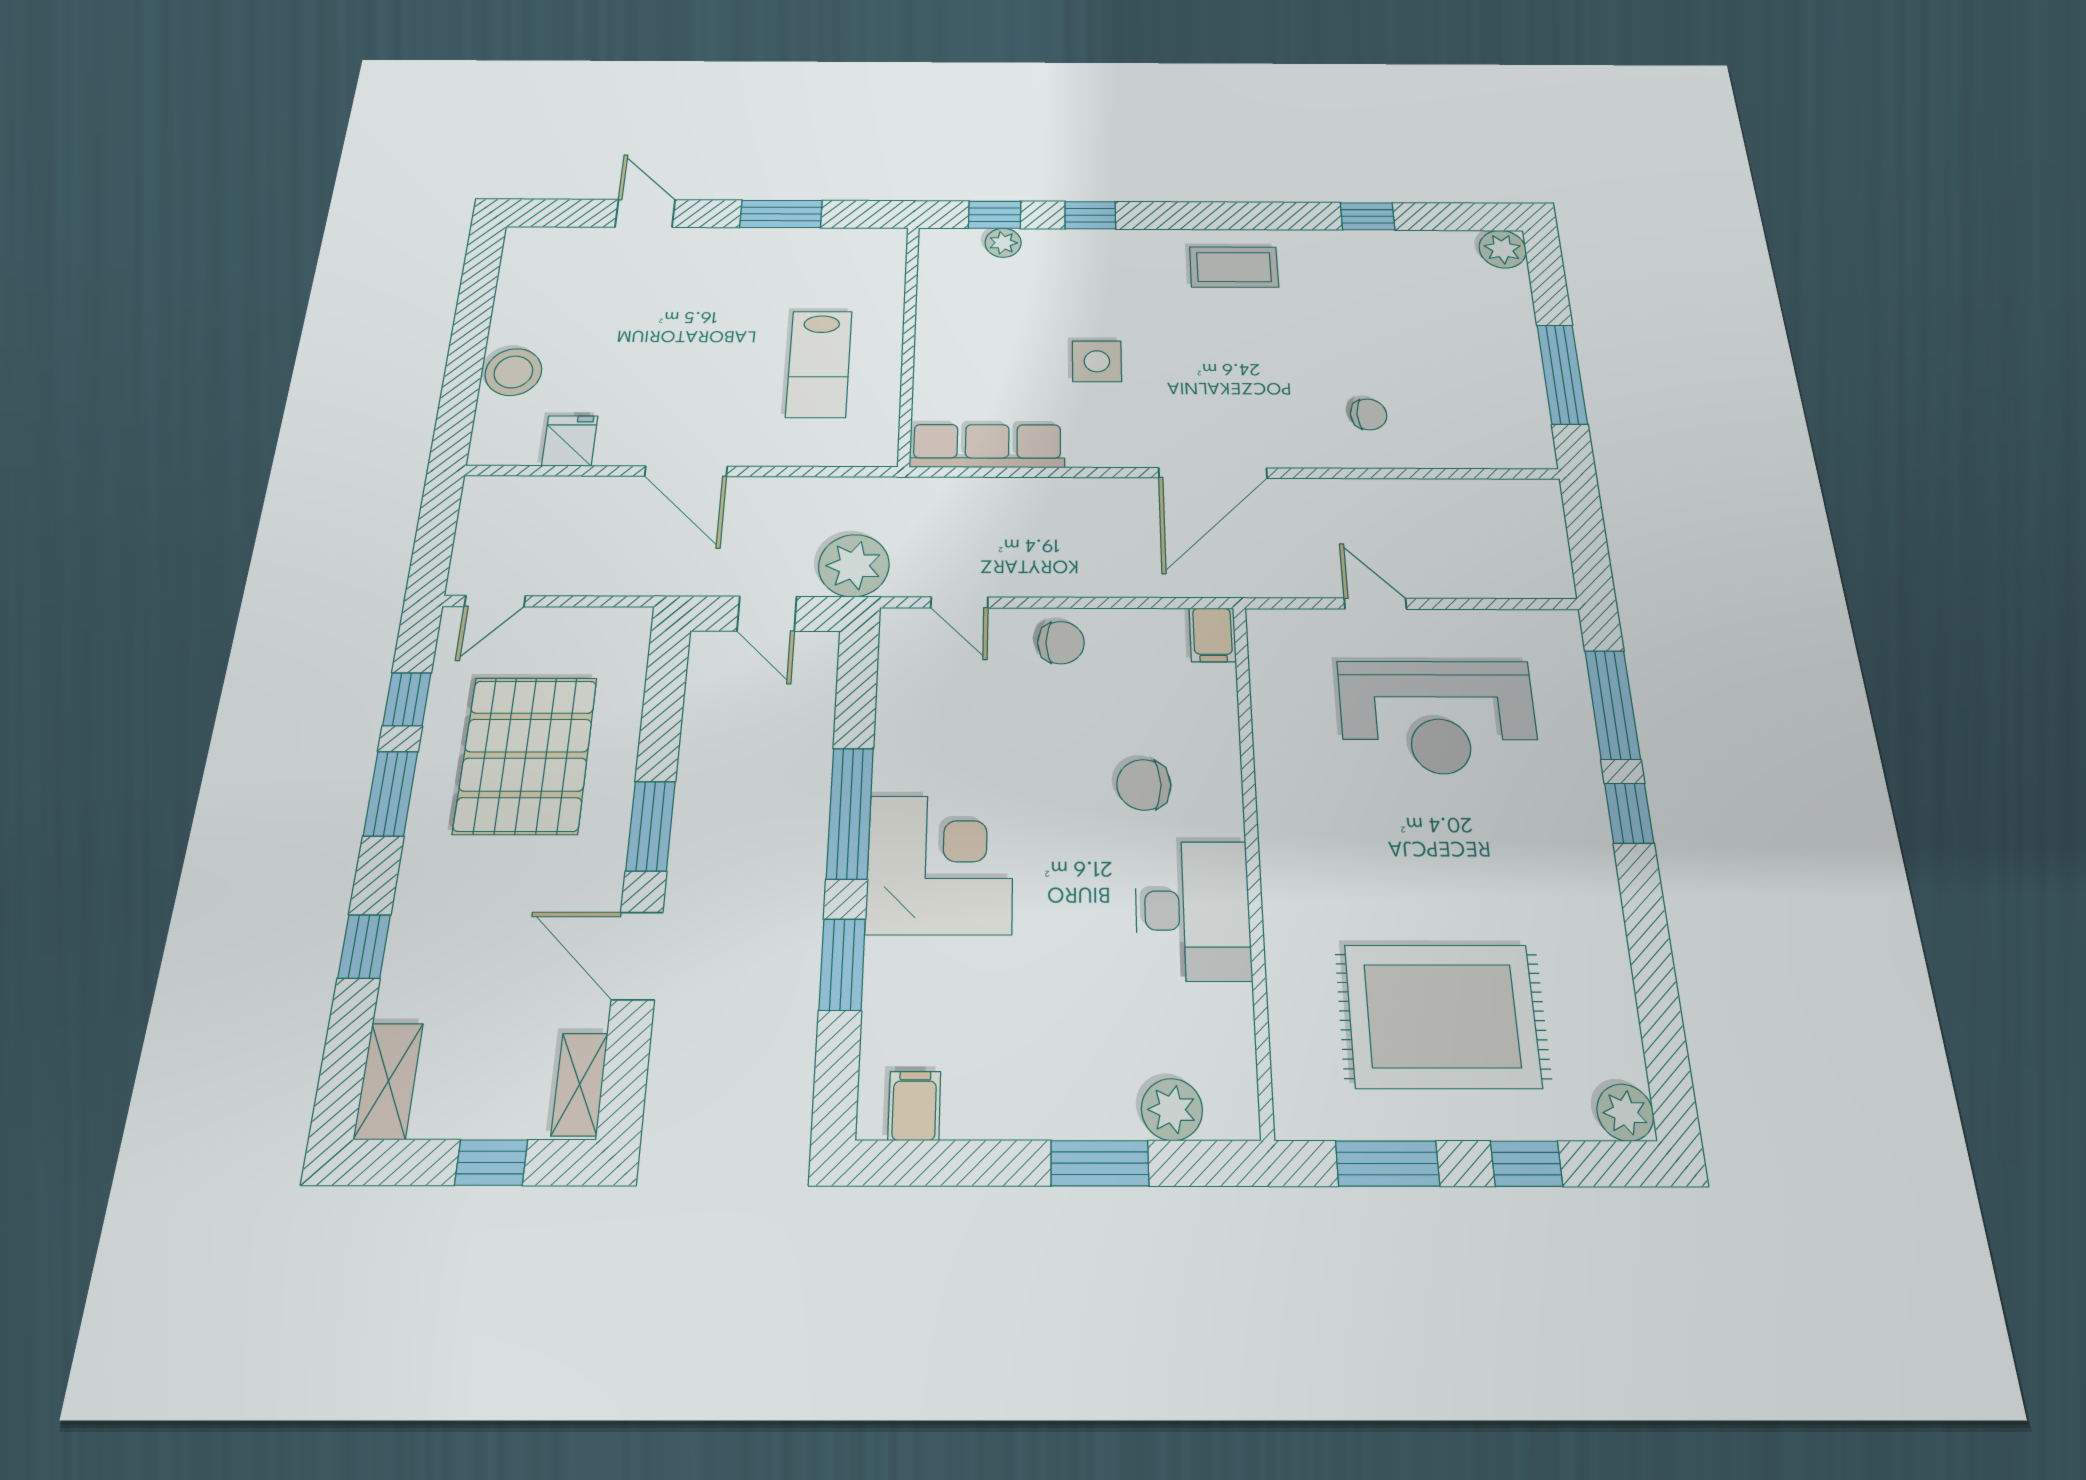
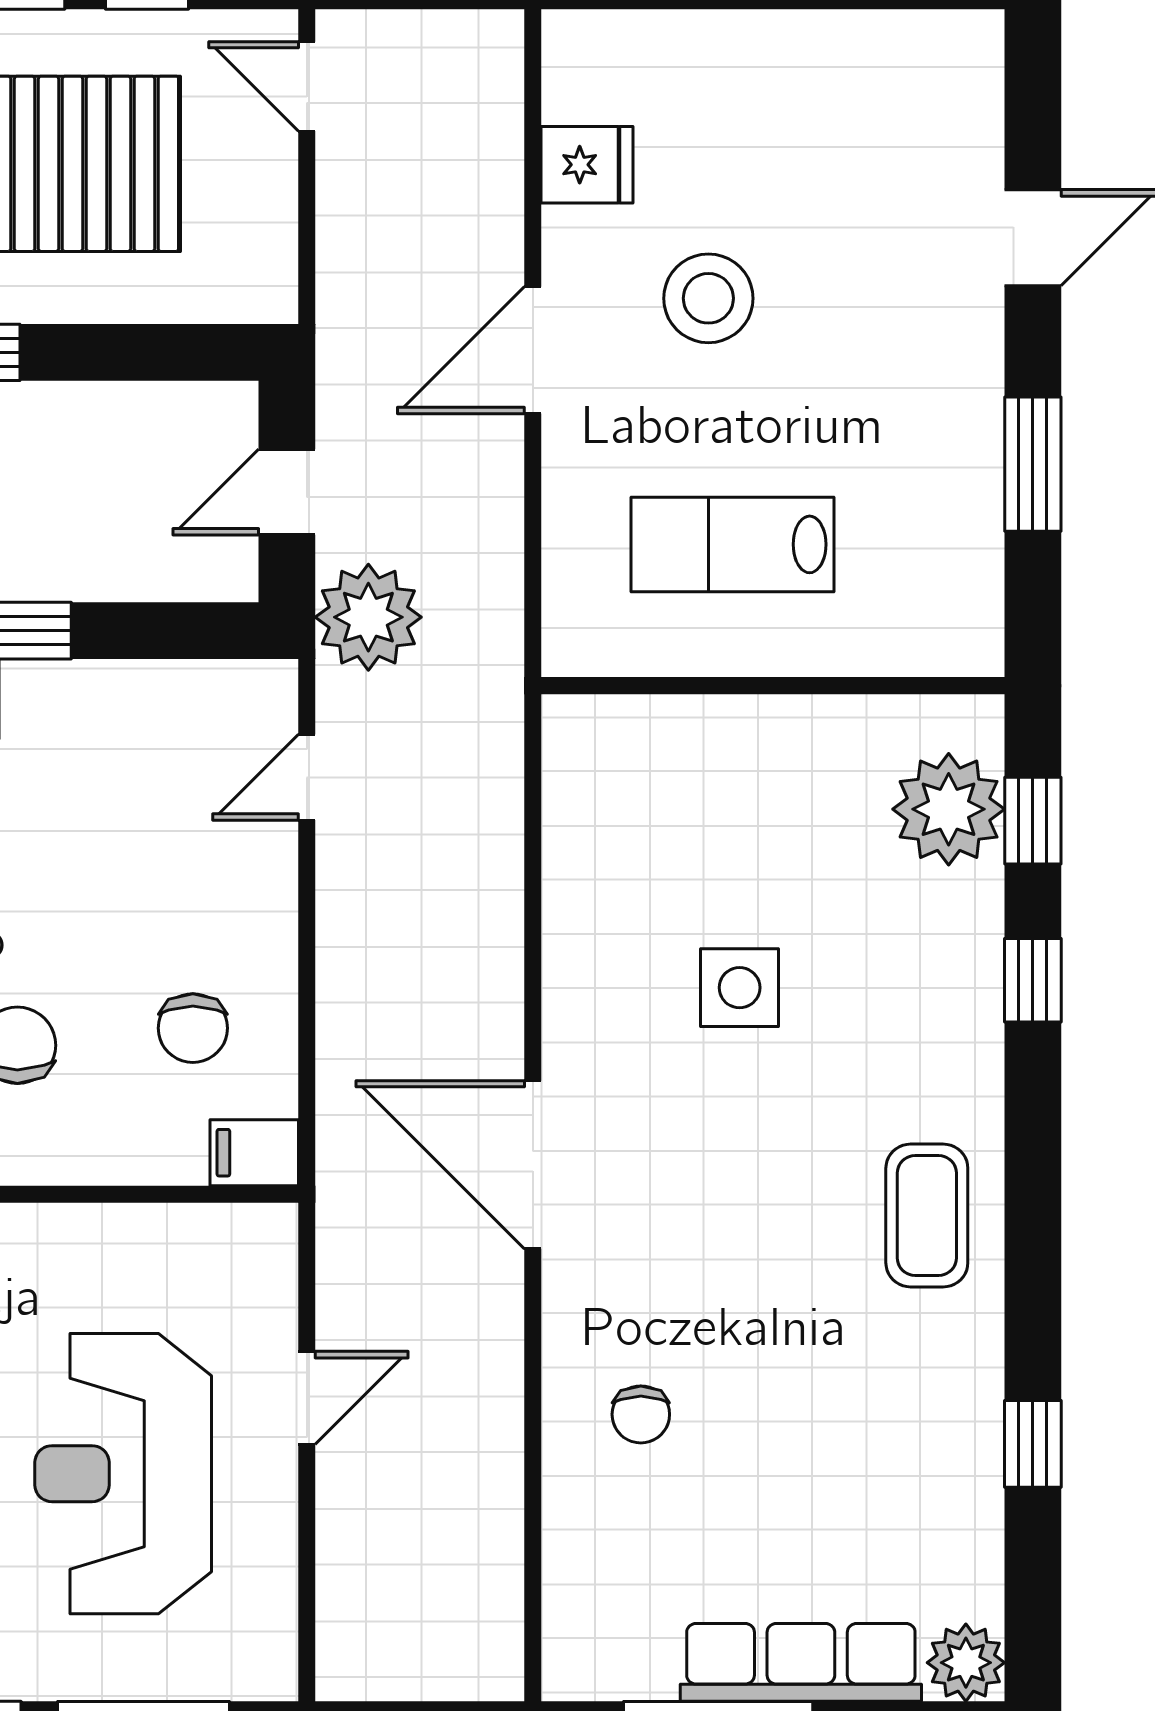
plant: (1003, 243) -> (949, 809), width x1.87, depth x1.87
stool: (513, 372) -> (708, 298), moved
row of seats: (987, 446) -> (801, 1662), moved, turned -90
chair: (1061, 643) -> (193, 1028), moved

